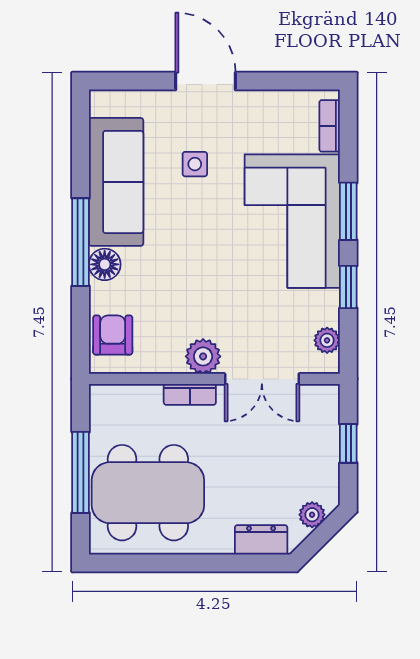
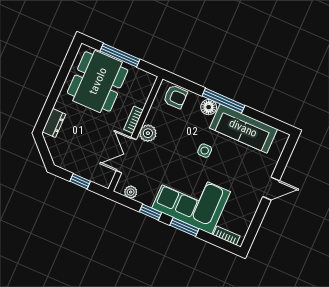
door: (206, 81) -> (271, 189), width x0.73
side table: (195, 164) -> (205, 151), moved
plant: (312, 515) -> (55, 151), removed

